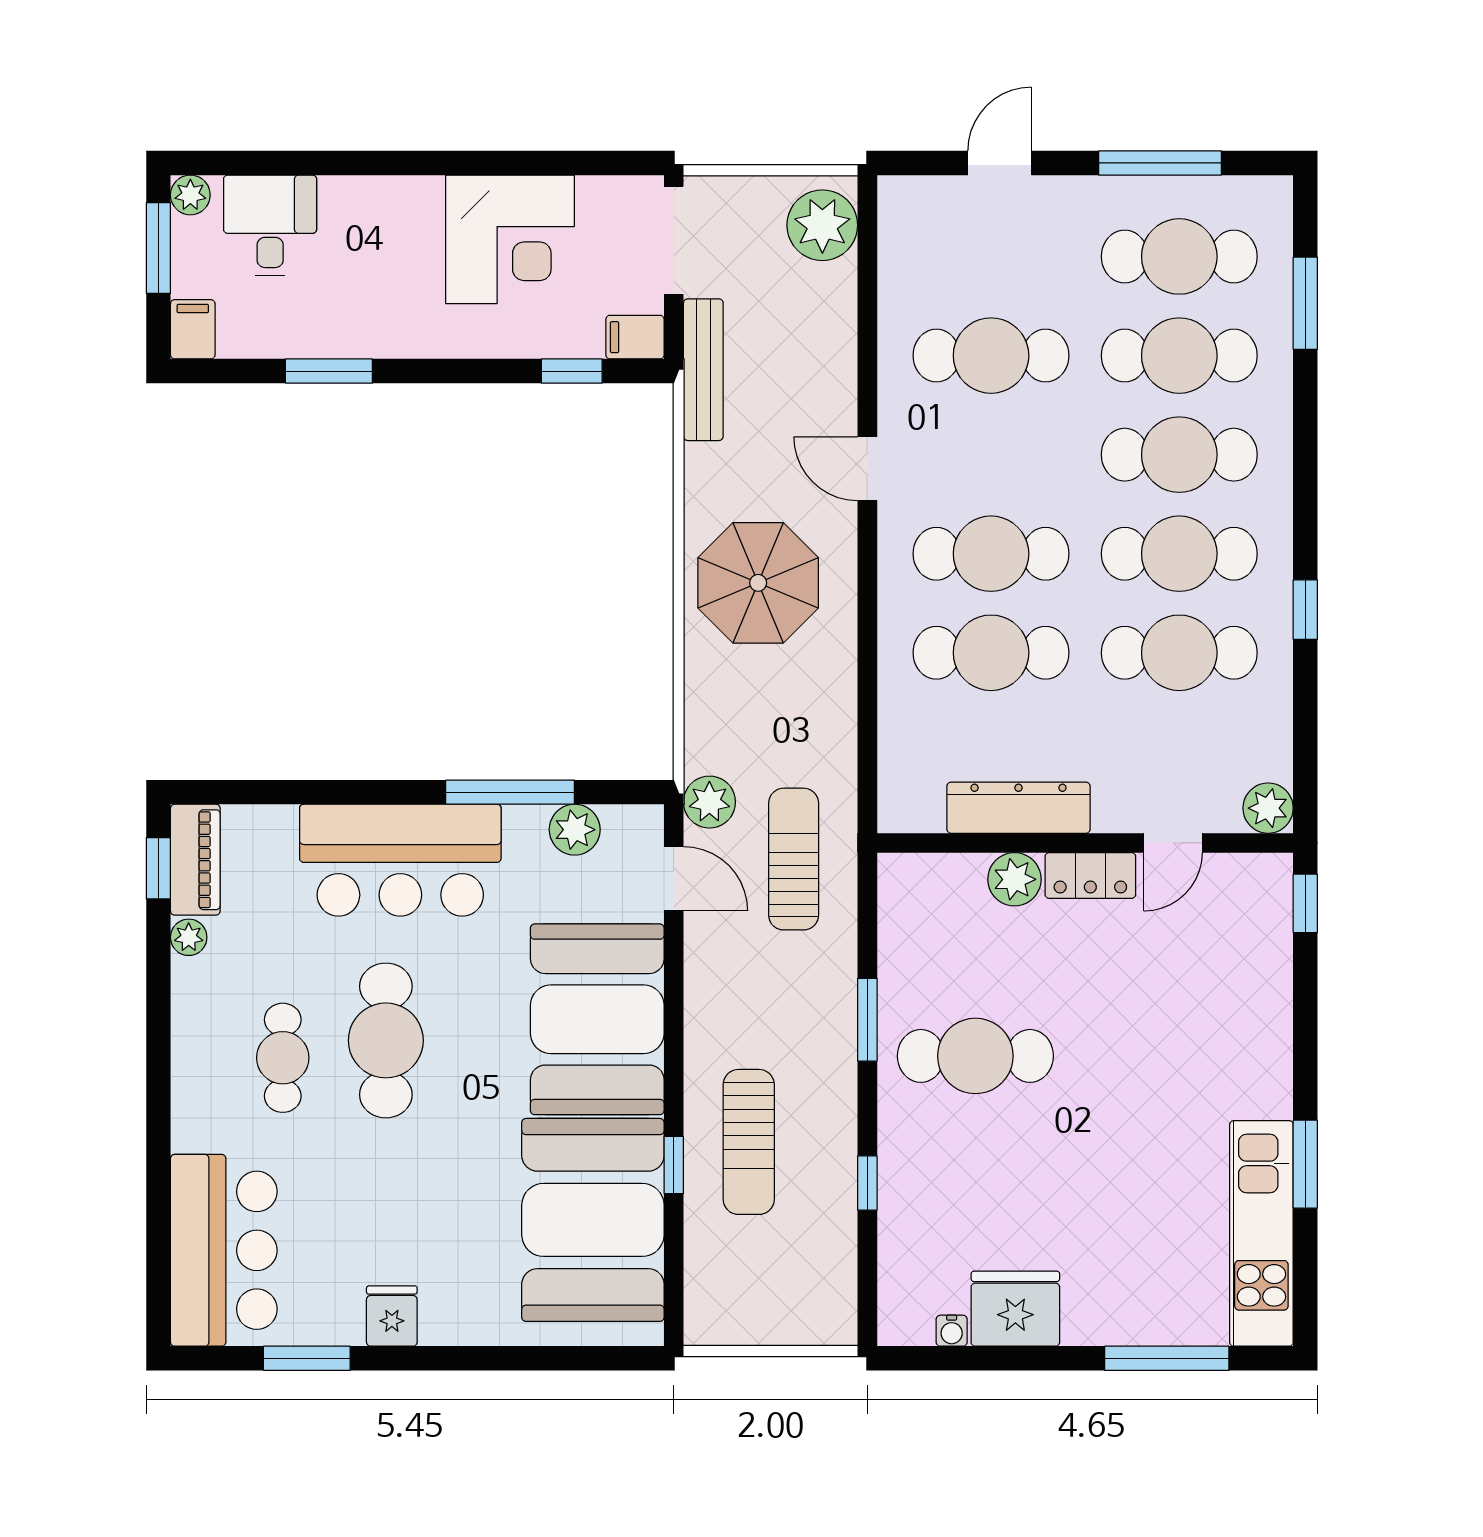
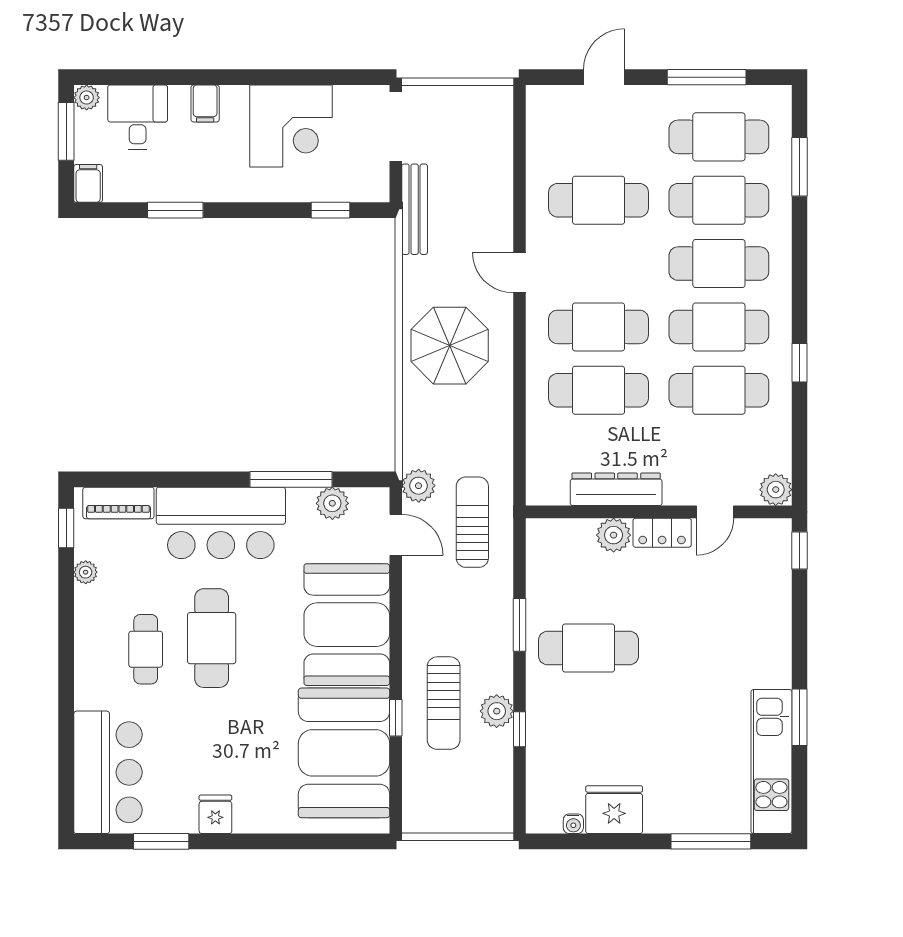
plant: (822, 225) -> (497, 711), moved, width x0.73, depth x0.73
filing cabinet: (635, 337) -> (205, 103), moved, turned -90
piano: (195, 860) -> (118, 503), moved, turned 90

